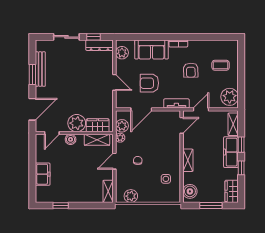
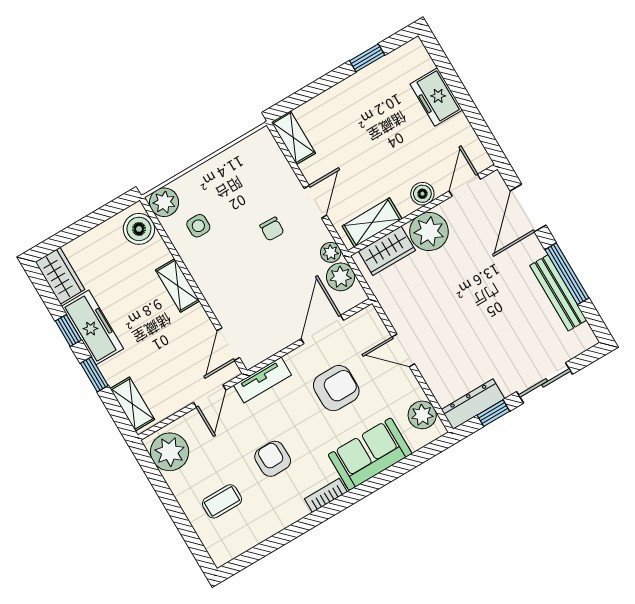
window: (32, 74) -> (567, 274), width x1.44
freezer: (231, 152) -> (92, 327), moved
plant: (131, 196) -> (164, 202), moved
window: (211, 206) -> (84, 226), removed

